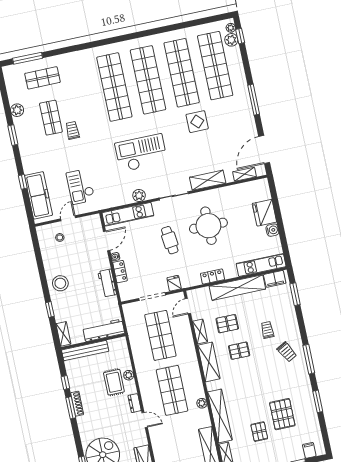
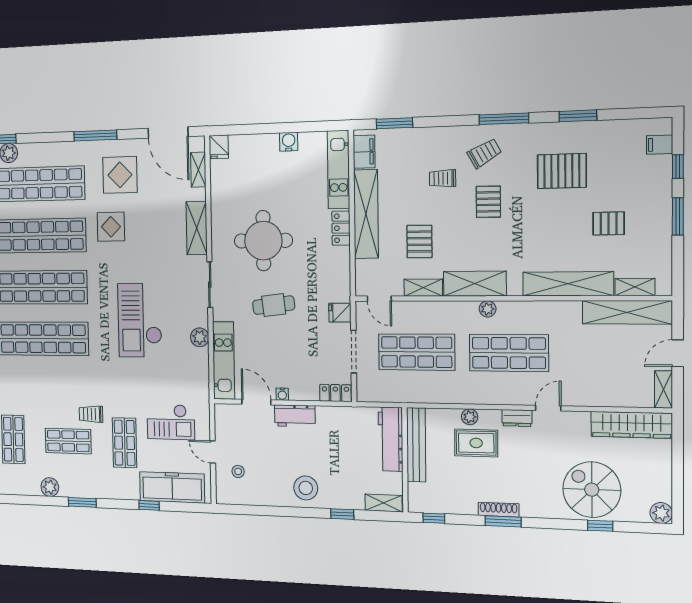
display table: (231, 122) -> (120, 175), added
shop shelf: (59, 157) -> (125, 443), added
fridge: (264, 213) -> (219, 147), moved, width x0.53, depth x0.75
locker: (120, 272) -> (335, 393), moved
locker: (213, 277) -> (341, 228), moved
workbench: (107, 283) -> (295, 416), moved
bench: (85, 351) -> (416, 445), moved
pallet: (239, 351) -> (488, 202), moved
window: (65, 382) -> (434, 518), moved
plant: (202, 403) -> (488, 309), moved
pallet: (282, 414) -> (562, 171), moved

